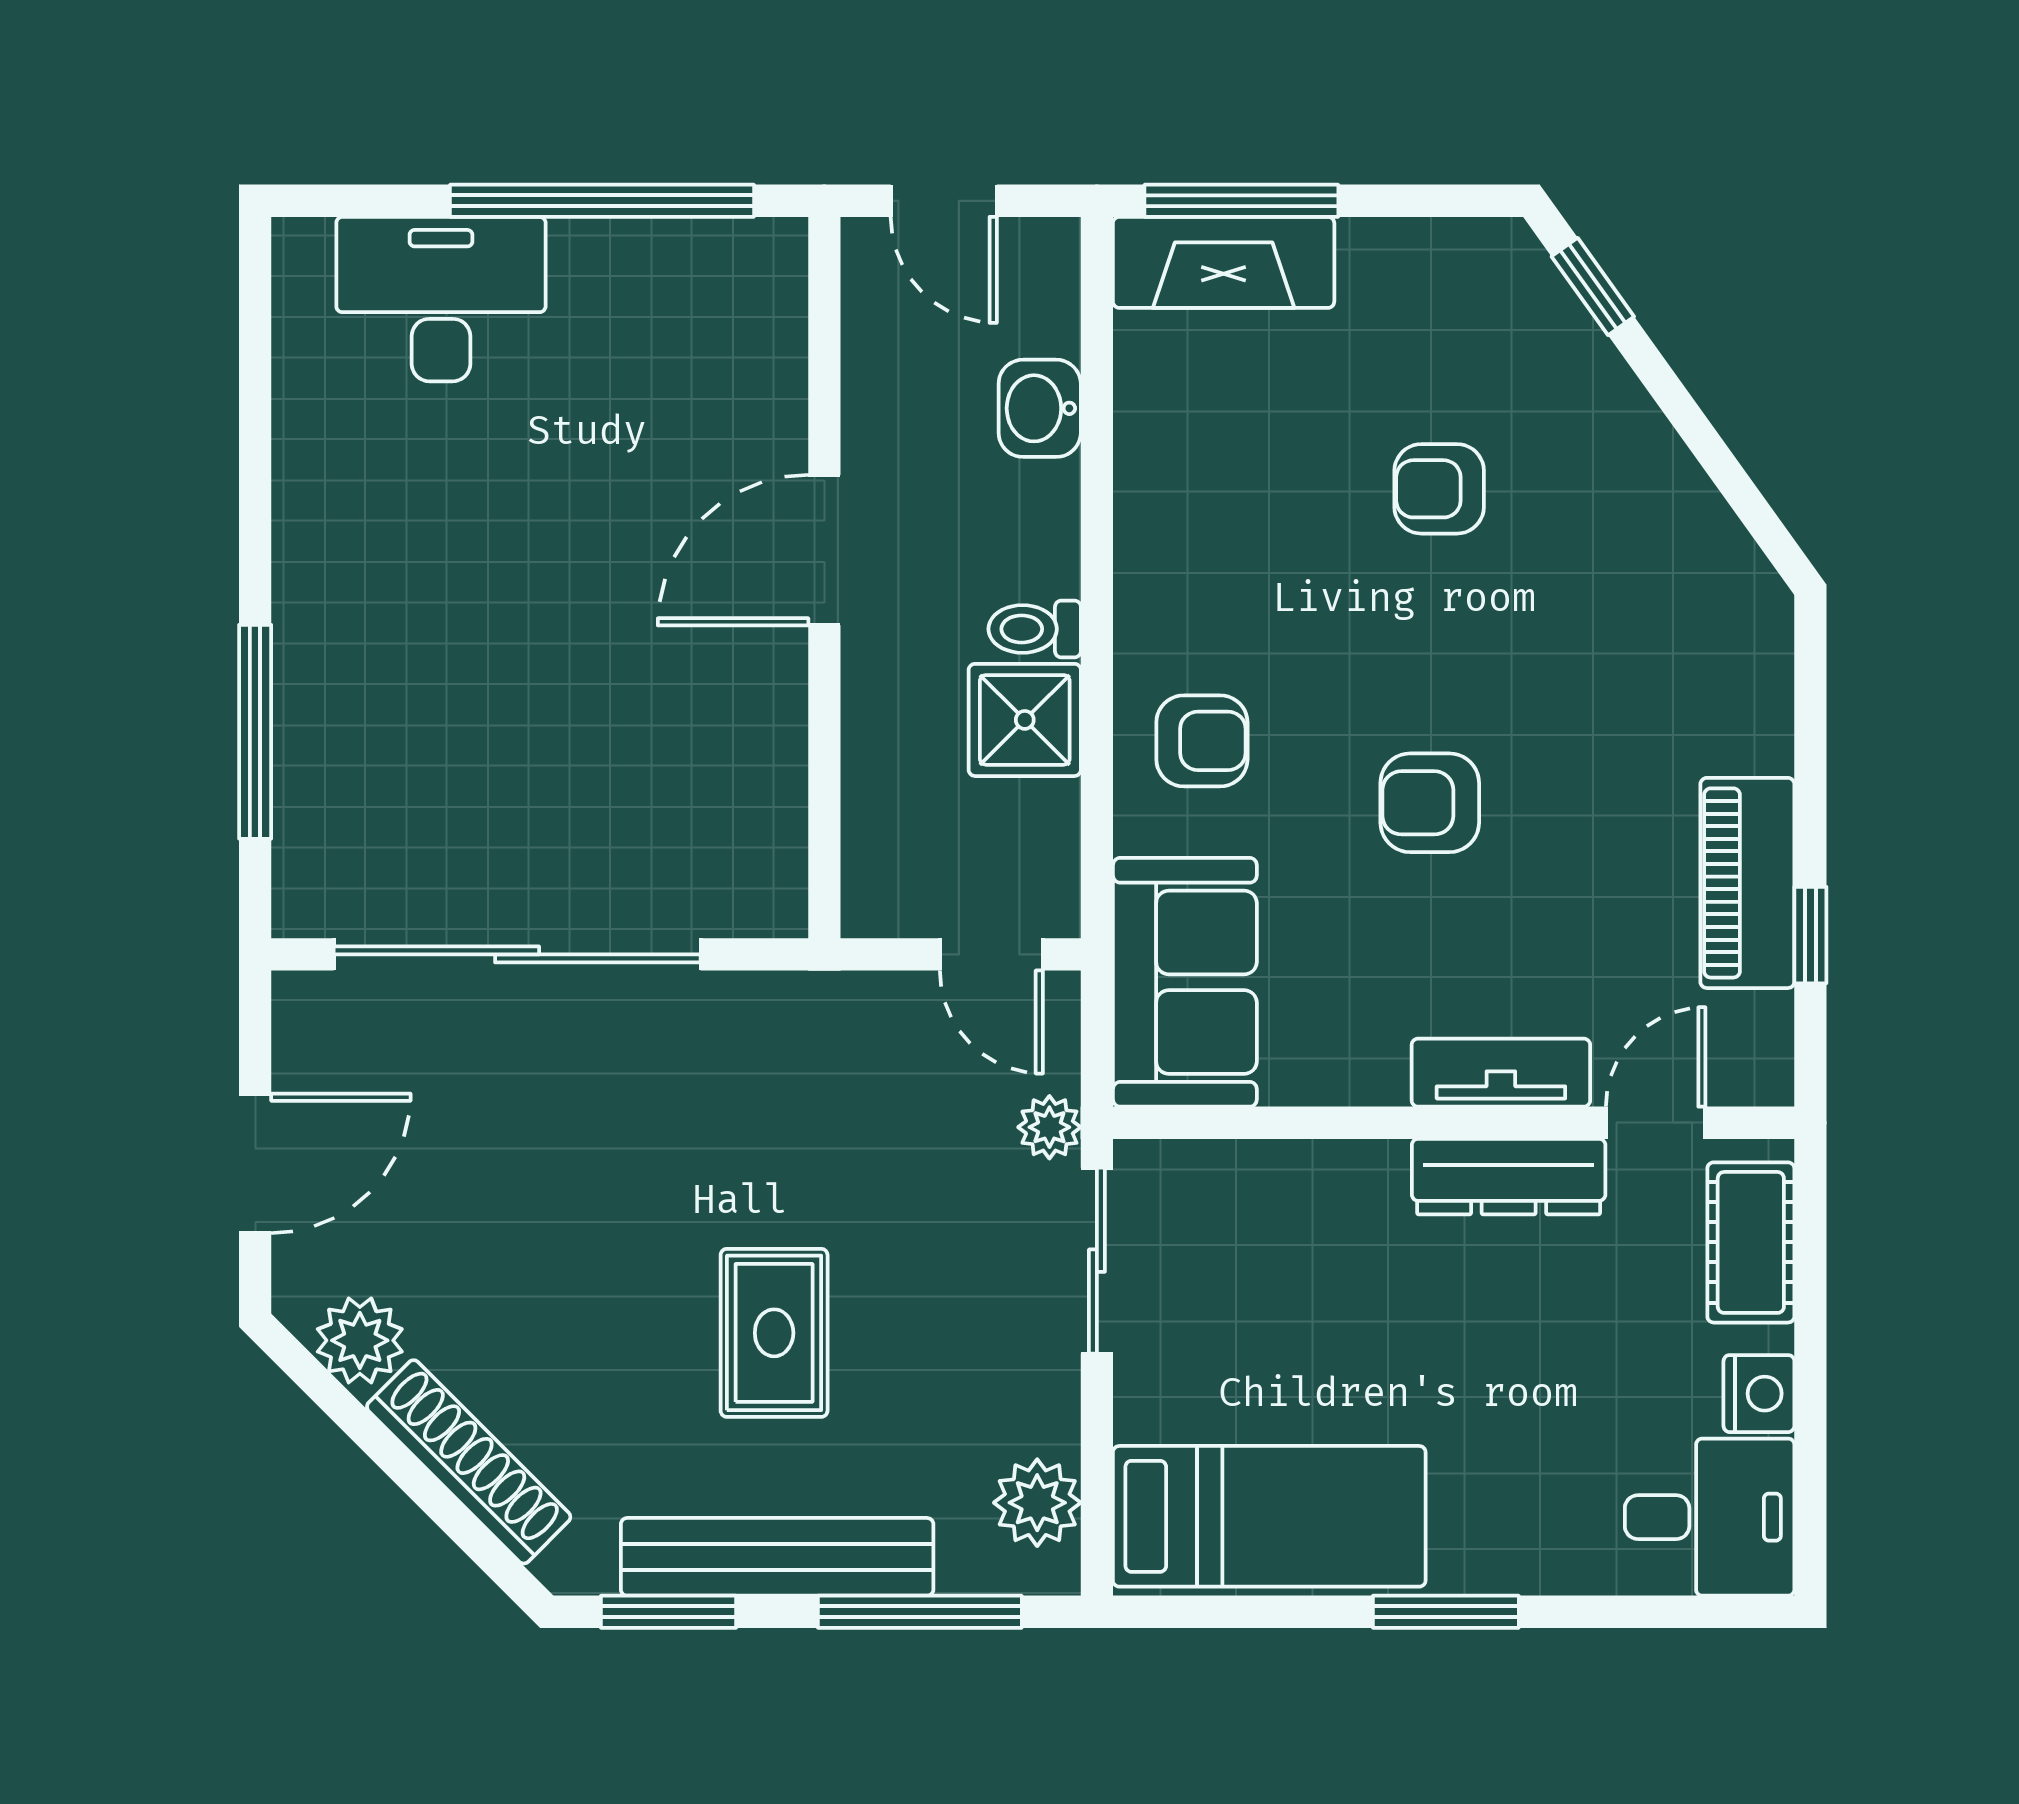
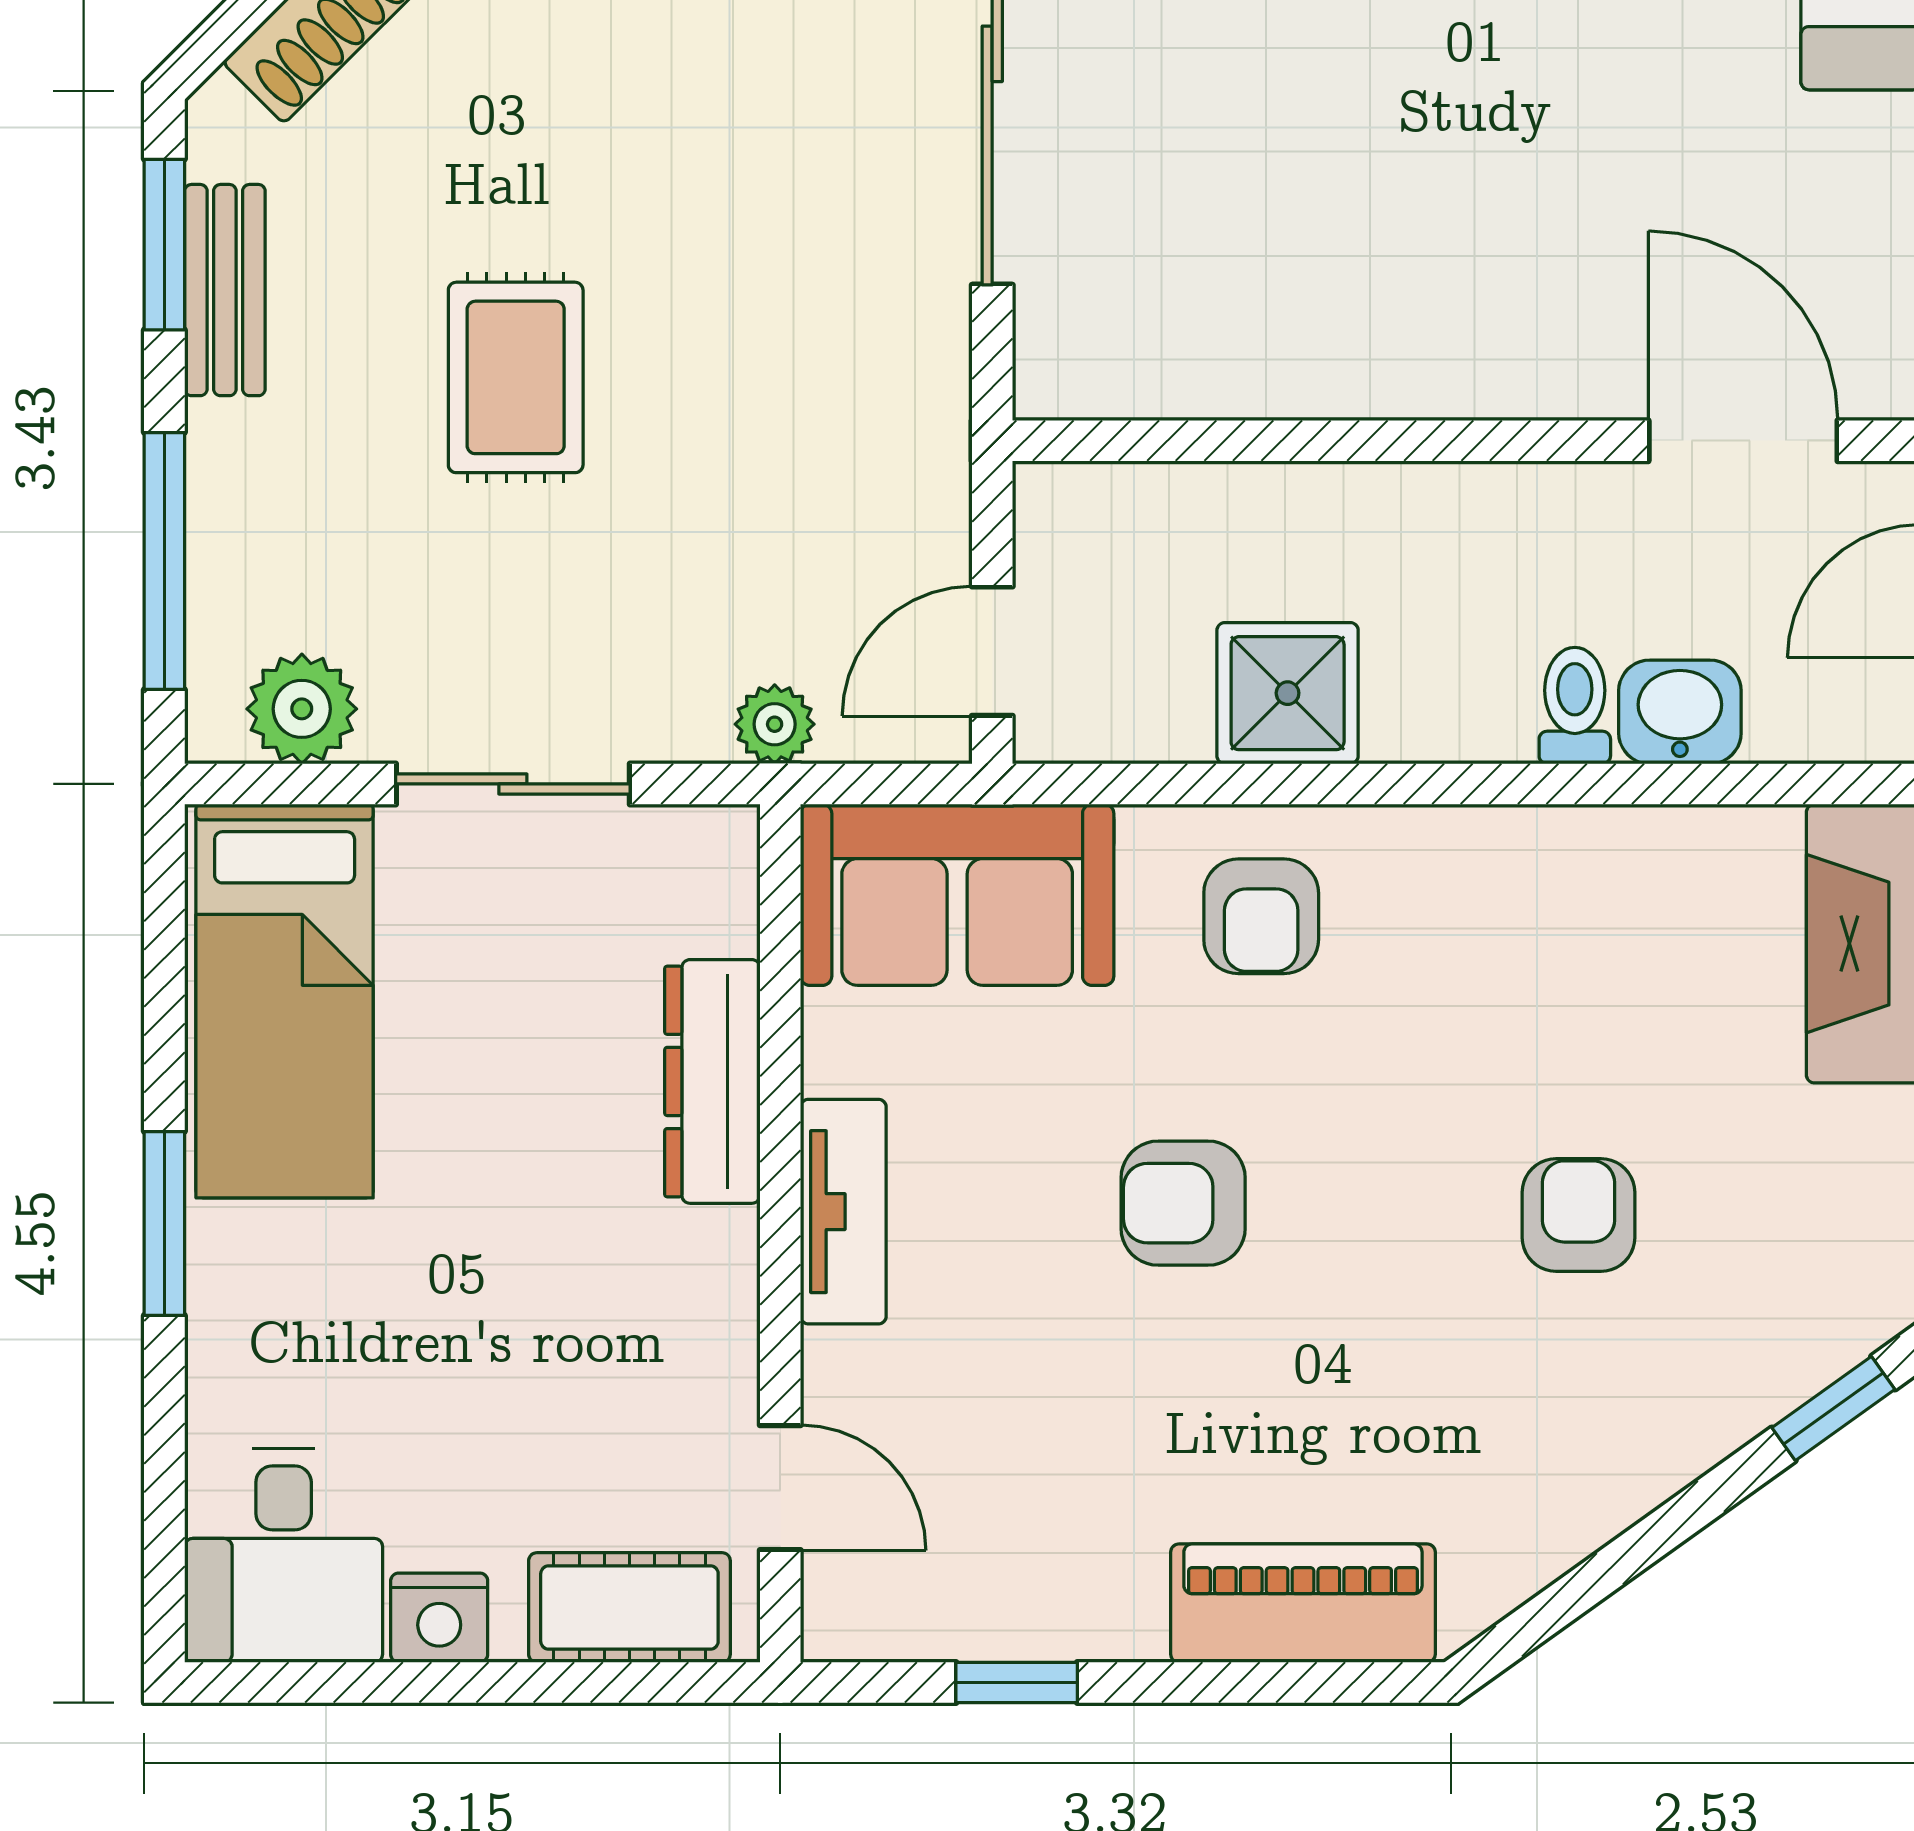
door: (824, 550) -> (1743, 441), moved
toilet: (1035, 629) -> (1575, 706), moved
armchair: (1430, 803) -> (1183, 1203), turned -90
piano: (1747, 883) -> (1303, 1603), moved
tv unit: (1501, 1073) -> (843, 1212), moved
dresser: (1509, 1177) -> (712, 1081), moved
sliding door: (1097, 1261) -> (513, 784), moved
rug: (774, 1333) -> (516, 377), turned 90
bench: (777, 1557) -> (225, 290), width x0.54, depth x0.82

